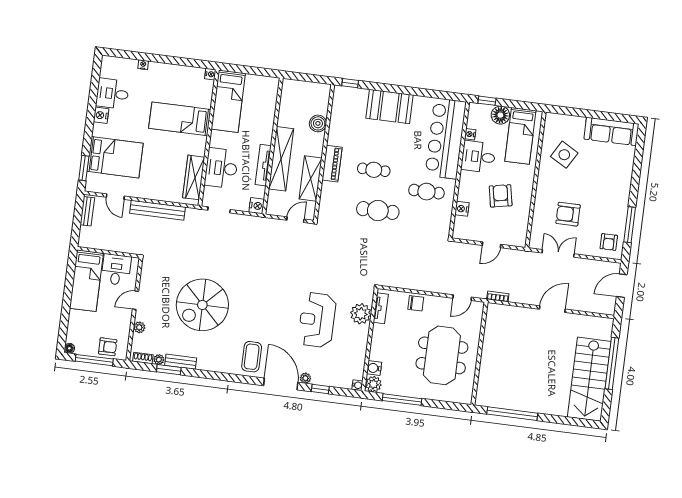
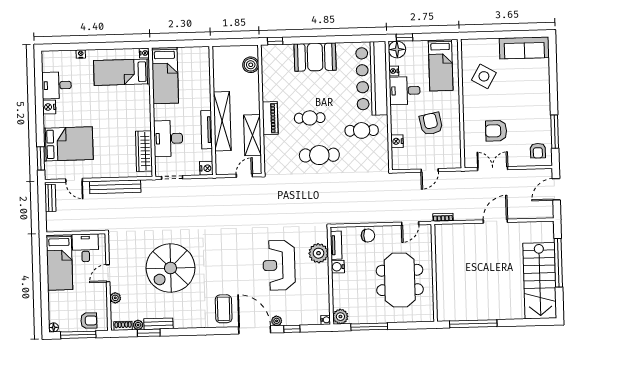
floor lamp: (500, 115) -> (397, 49), moved
bed: (180, 119) -> (122, 72), moved
boiler: (318, 123) -> (251, 65), moved
water cooler: (374, 368) -> (338, 267), moved

